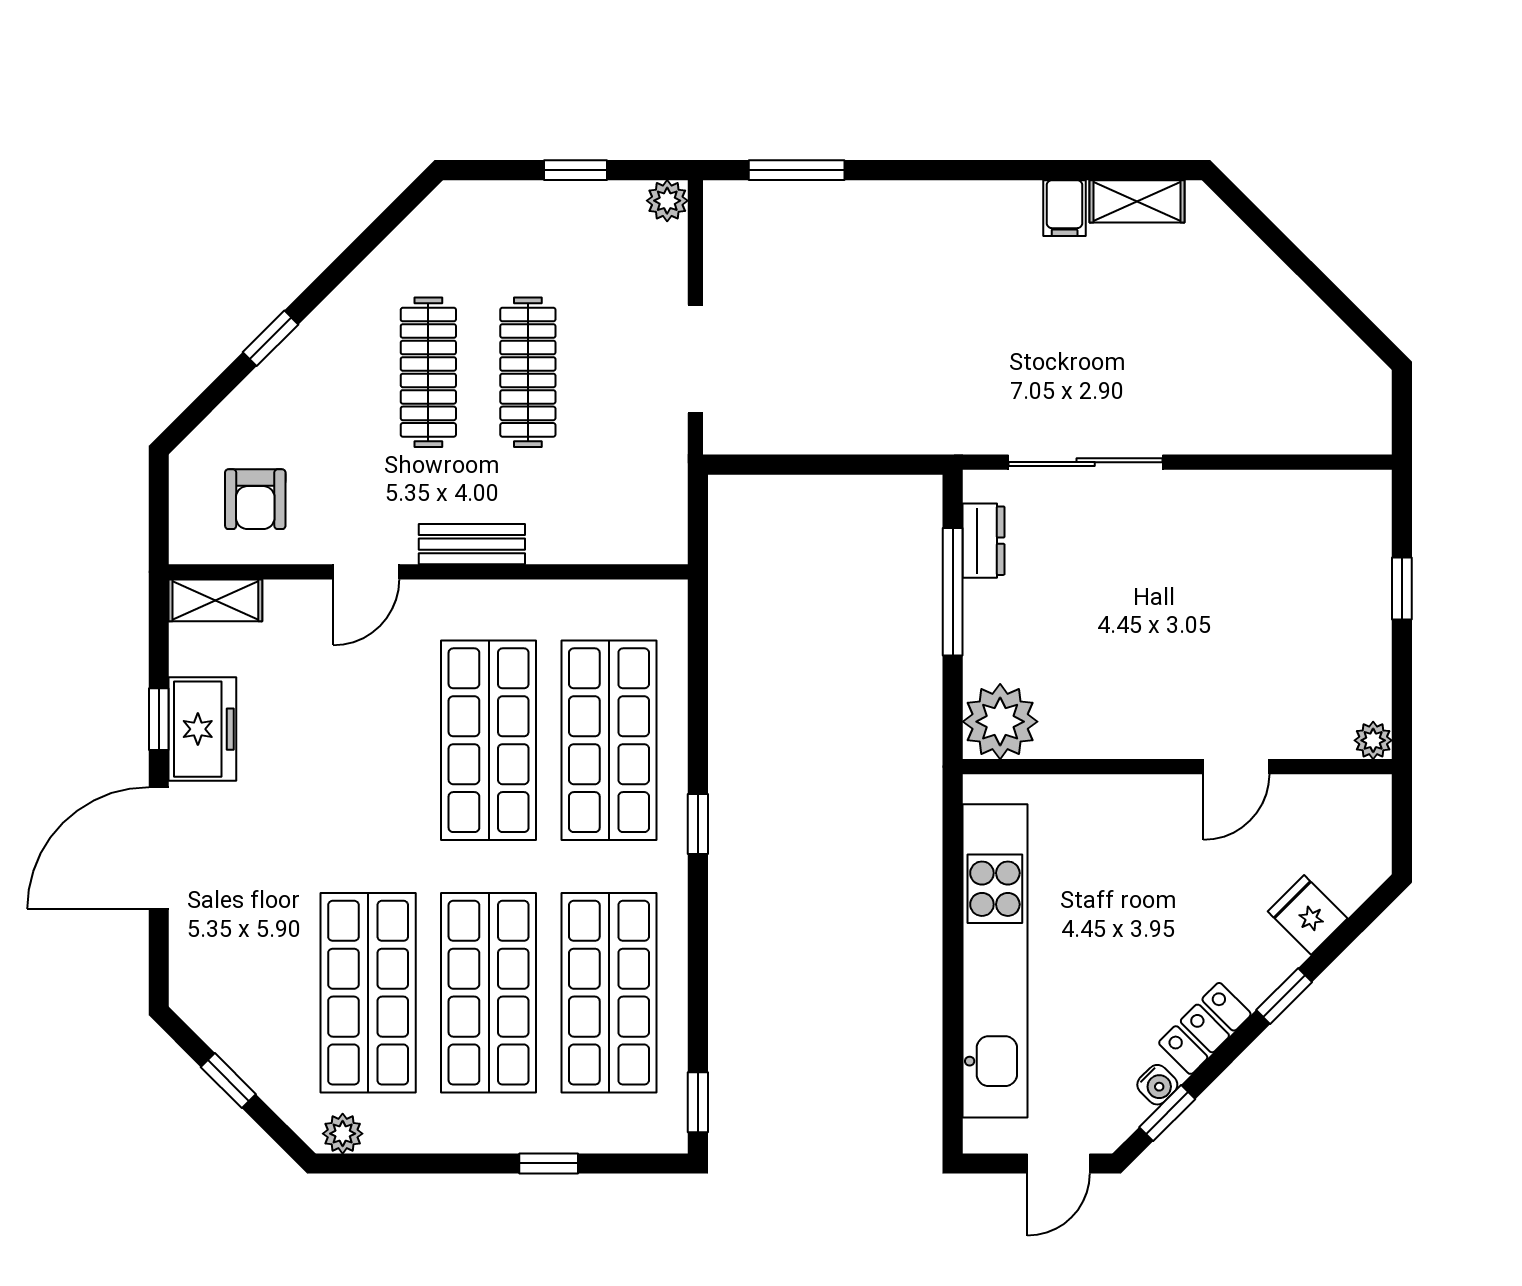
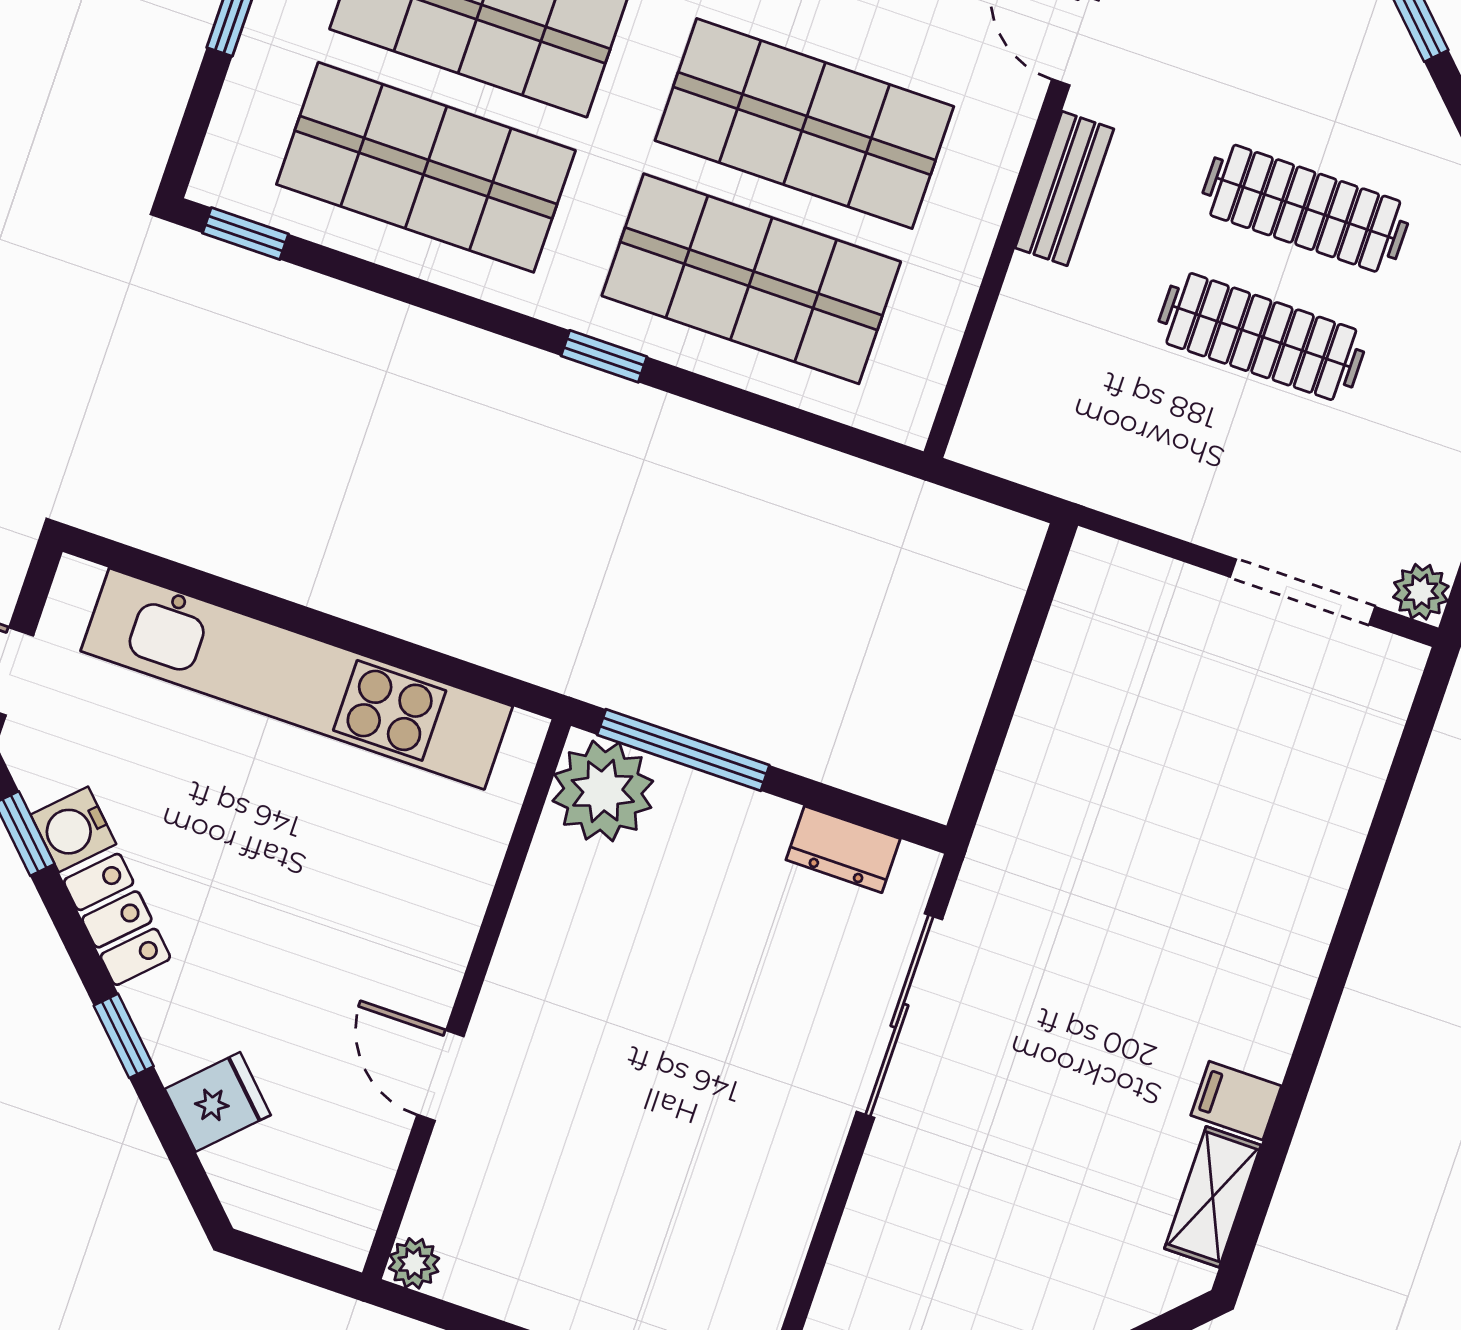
window: (797, 170) -> (1403, 772), removed
doorway: (695, 359) -> (1303, 592), moved
window: (953, 592) -> (683, 750), moved
water cooler: (1157, 1085) -> (73, 829), width x1.38, depth x1.38

